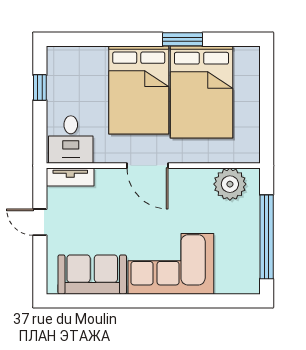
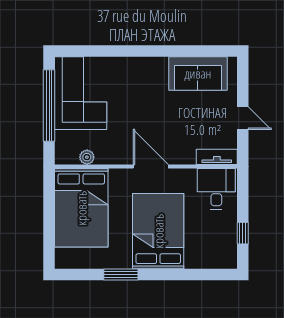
bed: (201, 92) -> (81, 208), moved, turned 180
plant: (230, 184) -> (87, 157), width x0.53, depth x0.53
corner sofa: (171, 264) -> (81, 93), moved, turned -90

